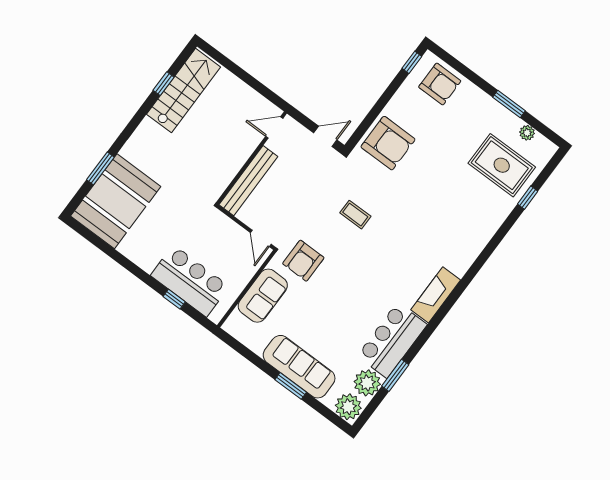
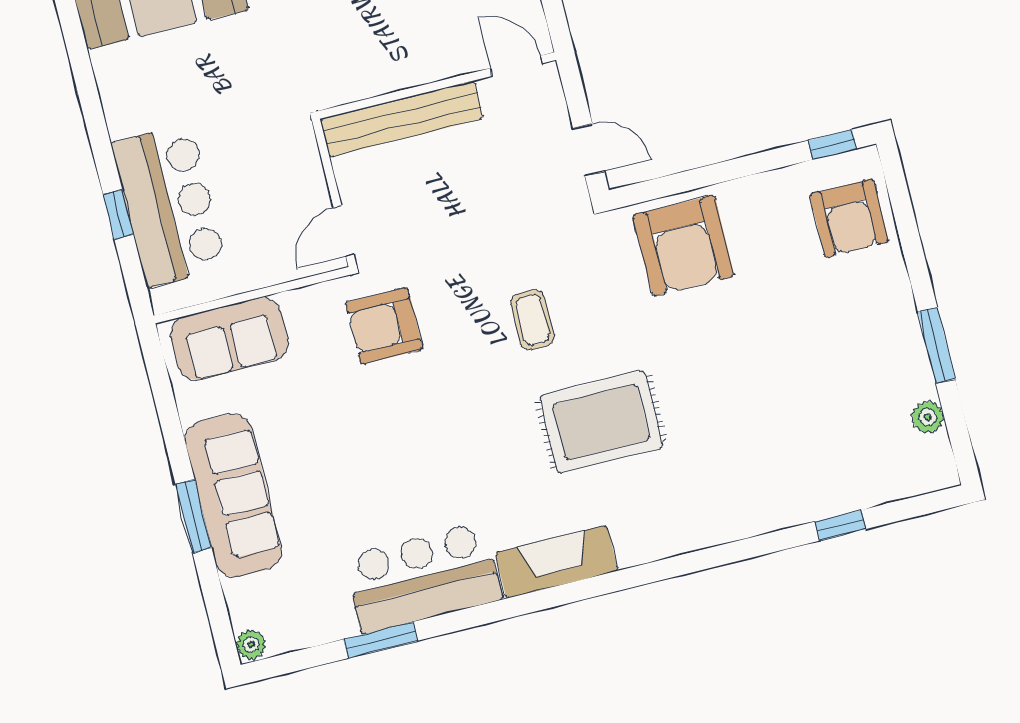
rug: (502, 165) -> (601, 422), moved, turned 90
sofa: (263, 296) -> (229, 339), moved
plant: (367, 383) -> (324, 614), removed
plant: (348, 407) -> (251, 645), width x0.53, depth x0.53

